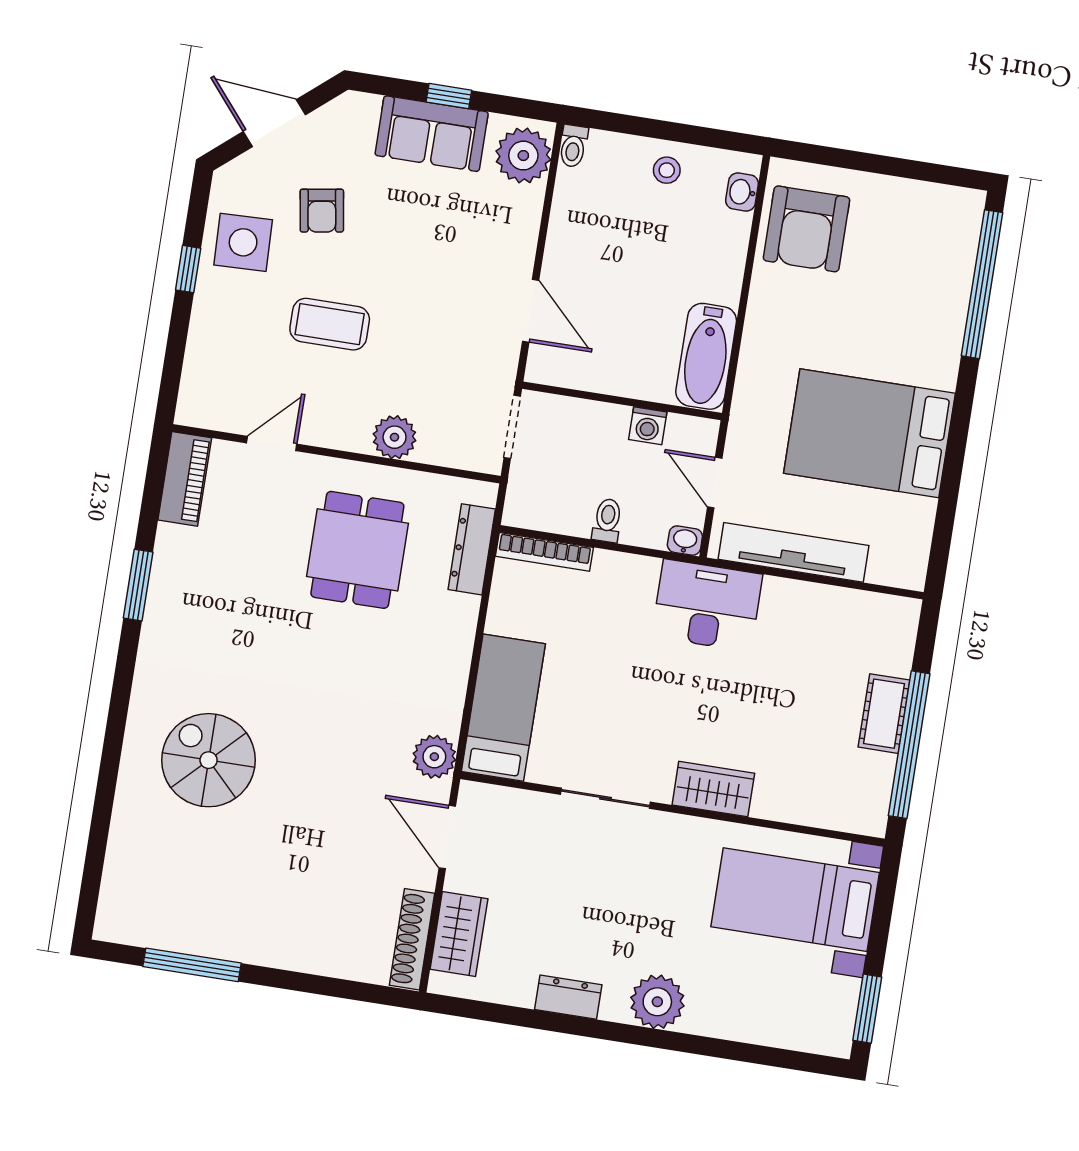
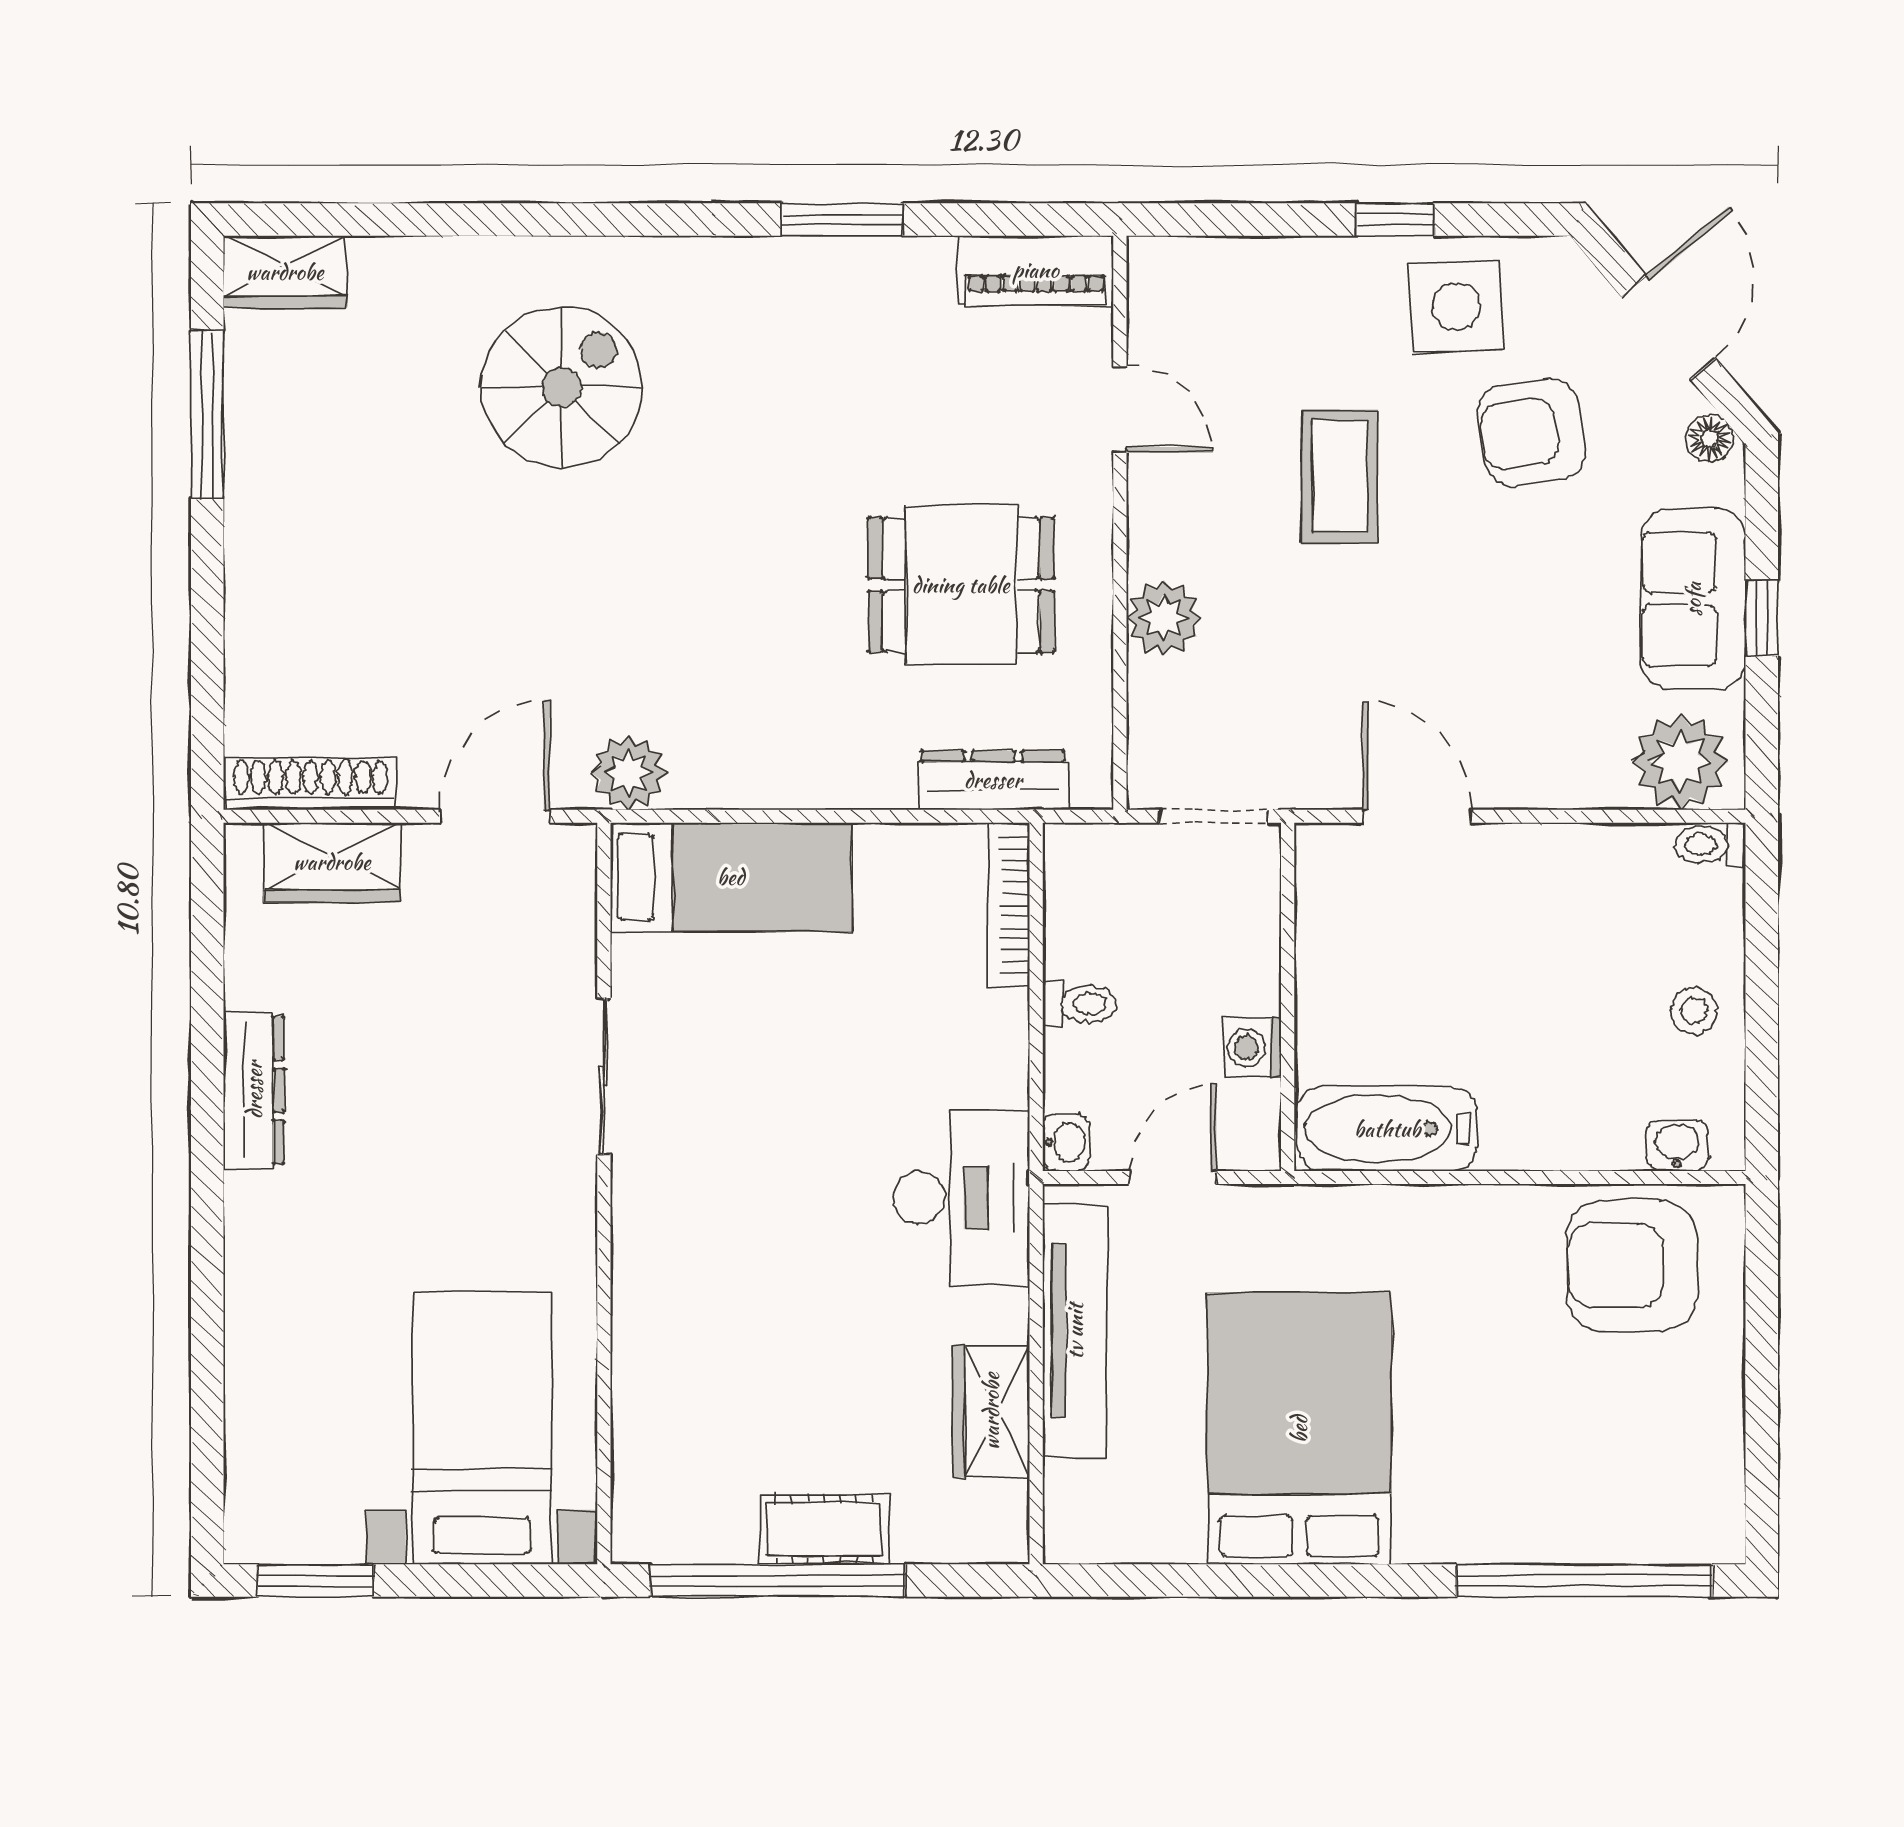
floor lamp: (342, 110) -> (1710, 438), added
armchair: (322, 211) -> (1532, 432), width x1.38, depth x1.38
door: (531, 311) -> (1417, 816), swing flipped
wardrobe: (713, 789) -> (991, 1411), moved, turned 180
wardrobe: (118, 907) -> (285, 272), added
dresser: (568, 997) -> (254, 1090), width x1.44
plant: (657, 1002) -> (270, 1220), removed

